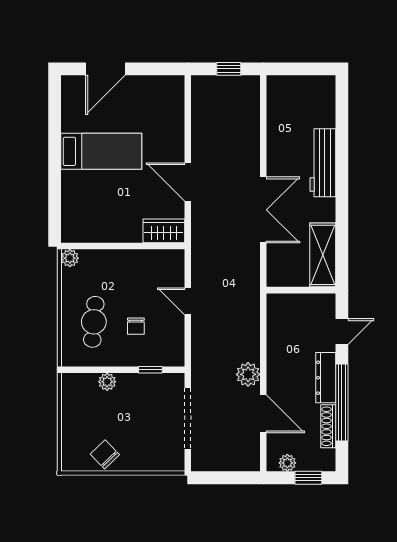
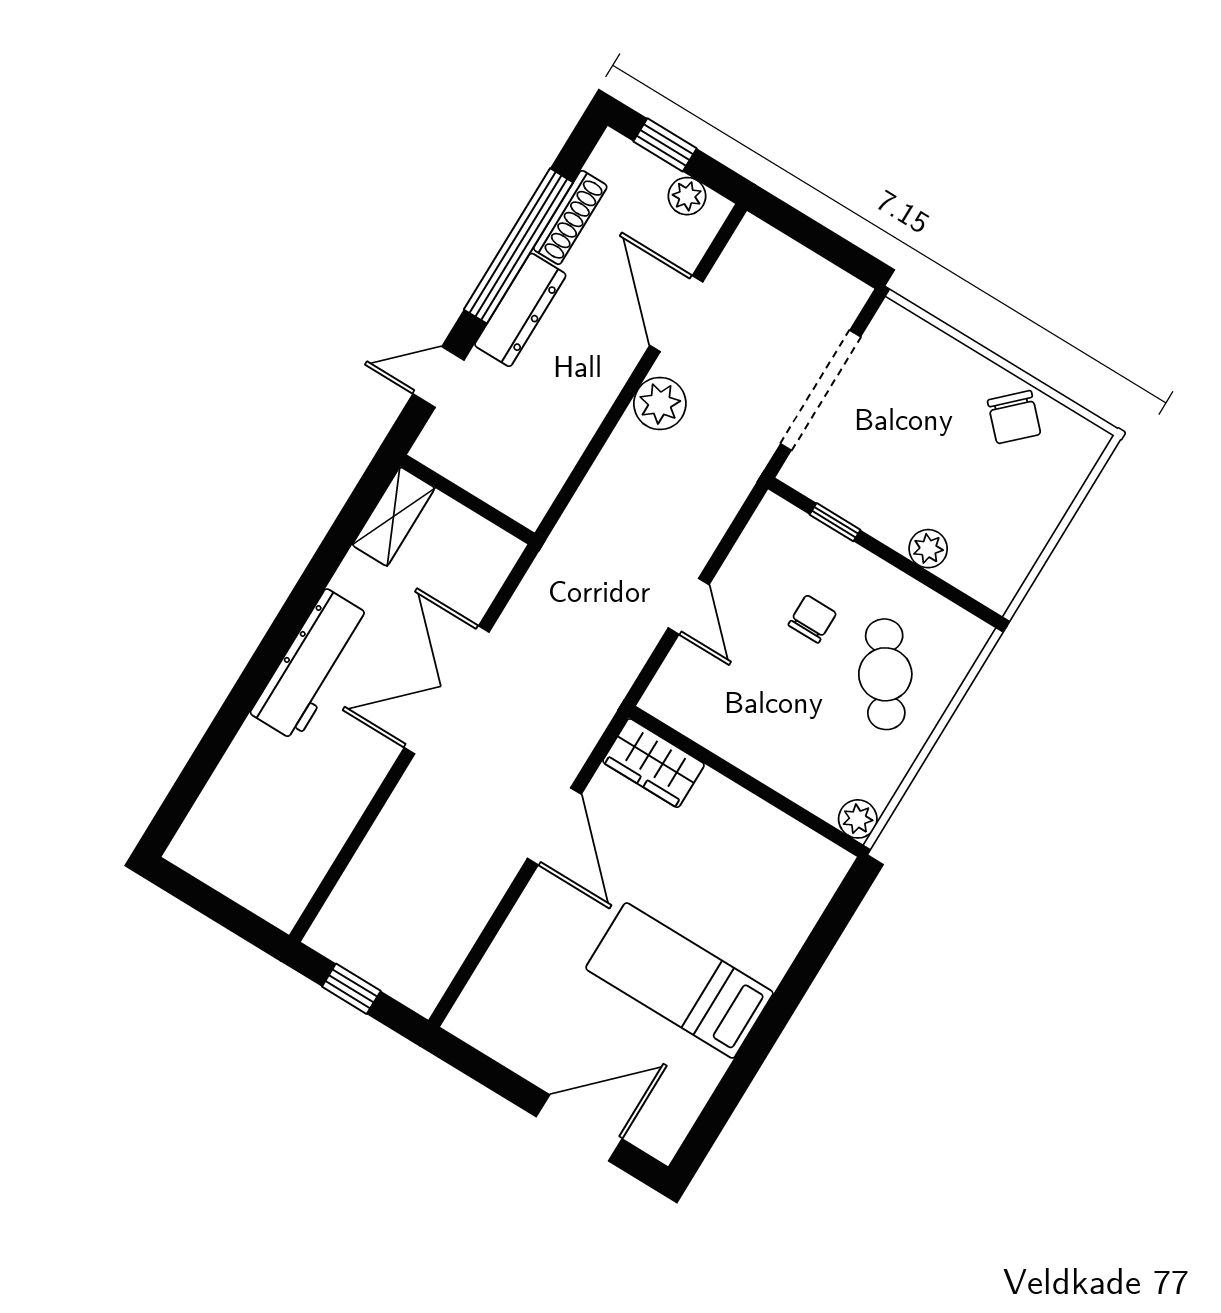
workbench: (323, 163) -> (311, 665), moved
shelving: (323, 255) -> (394, 517), width x0.67, depth x0.75
cafe table: (94, 322) -> (885, 674), turned -38

